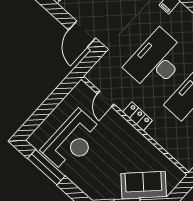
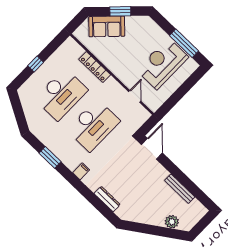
locker: (137, 116) -> (95, 67), moved, width x1.53

